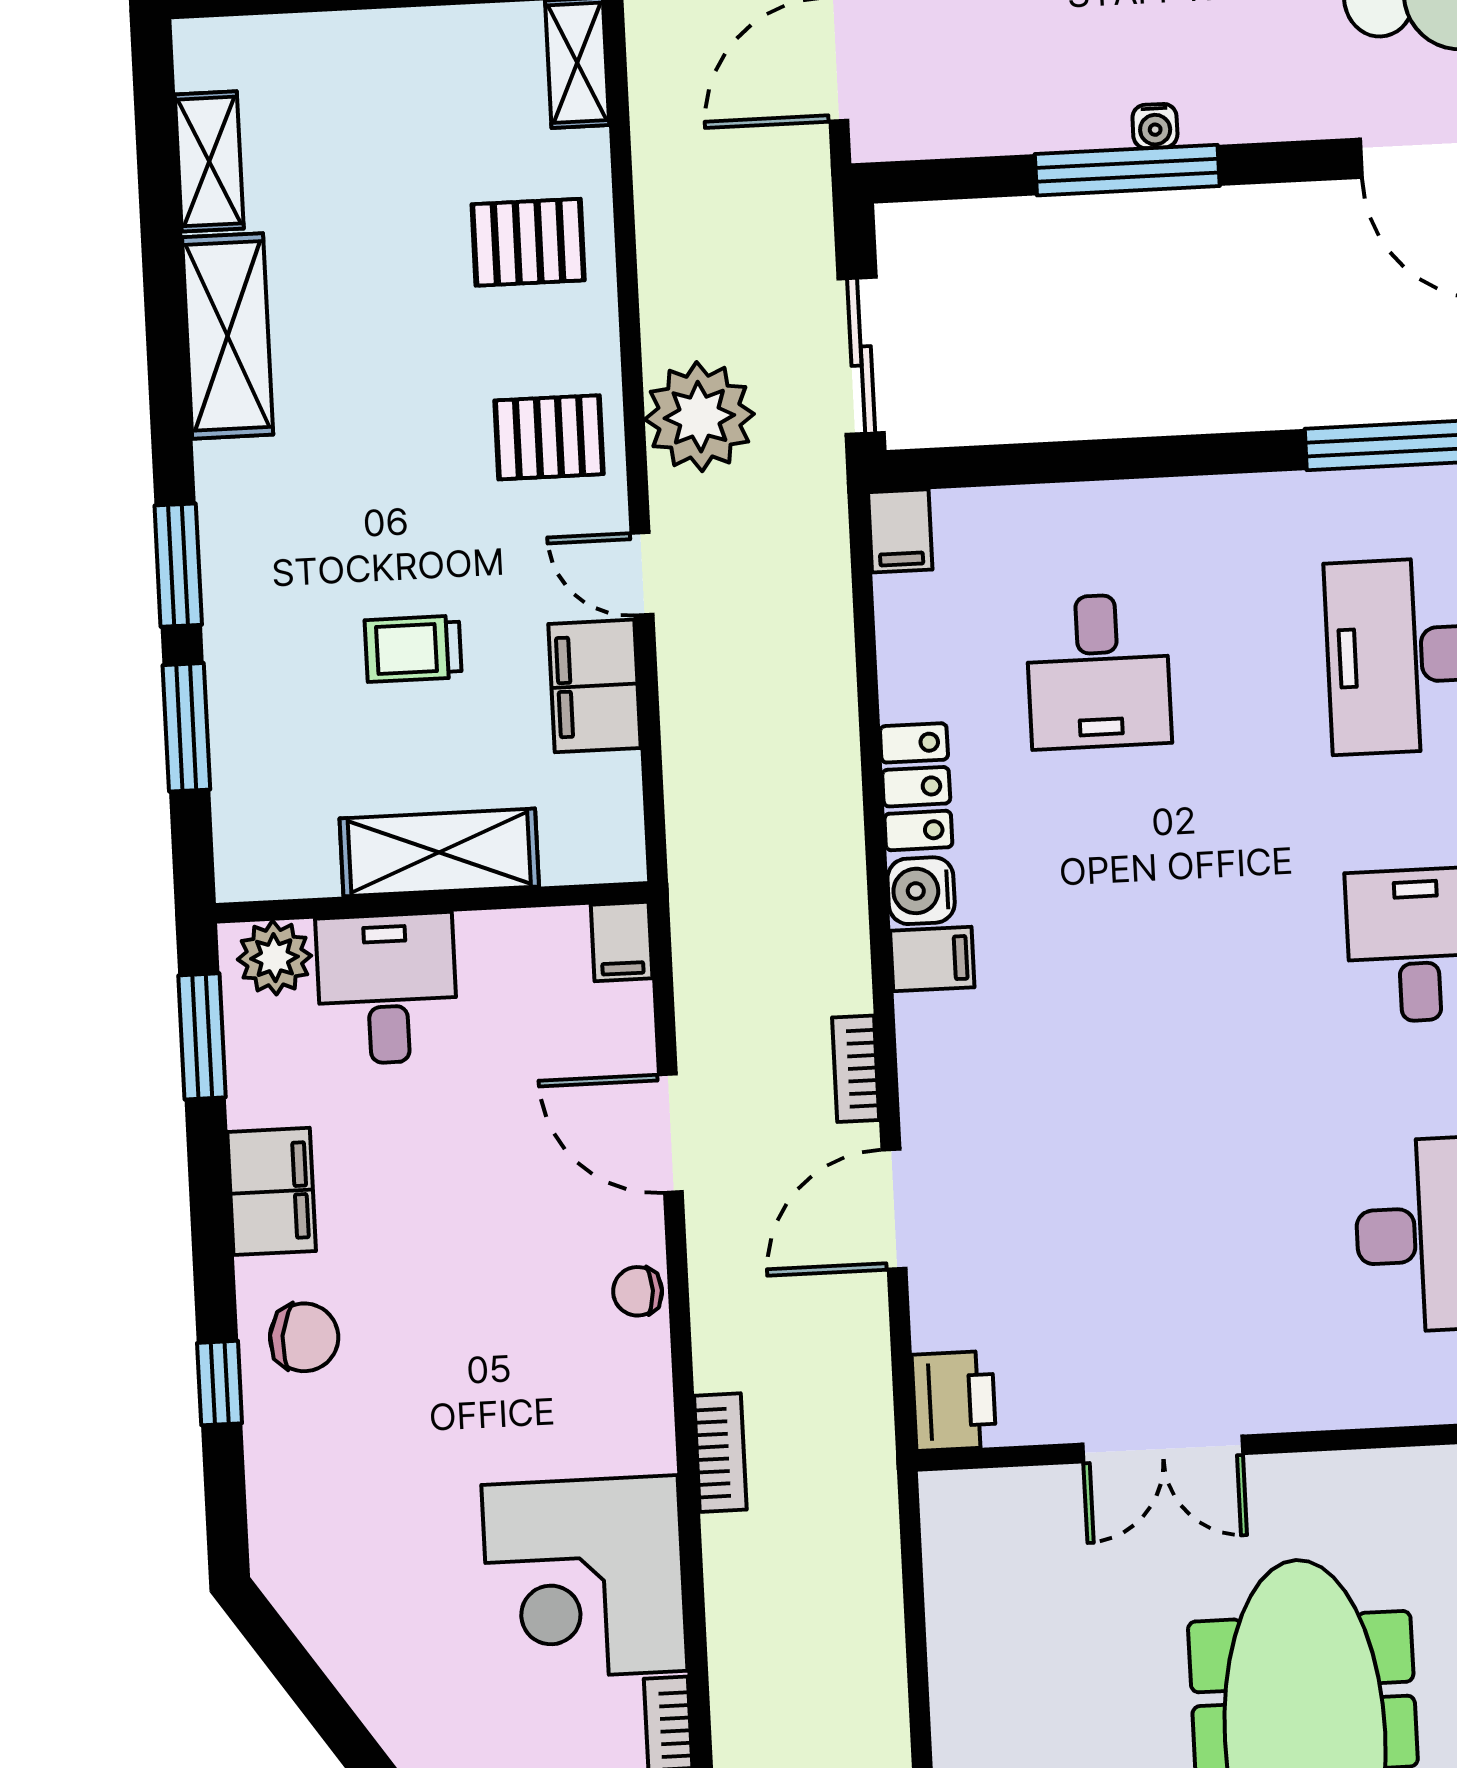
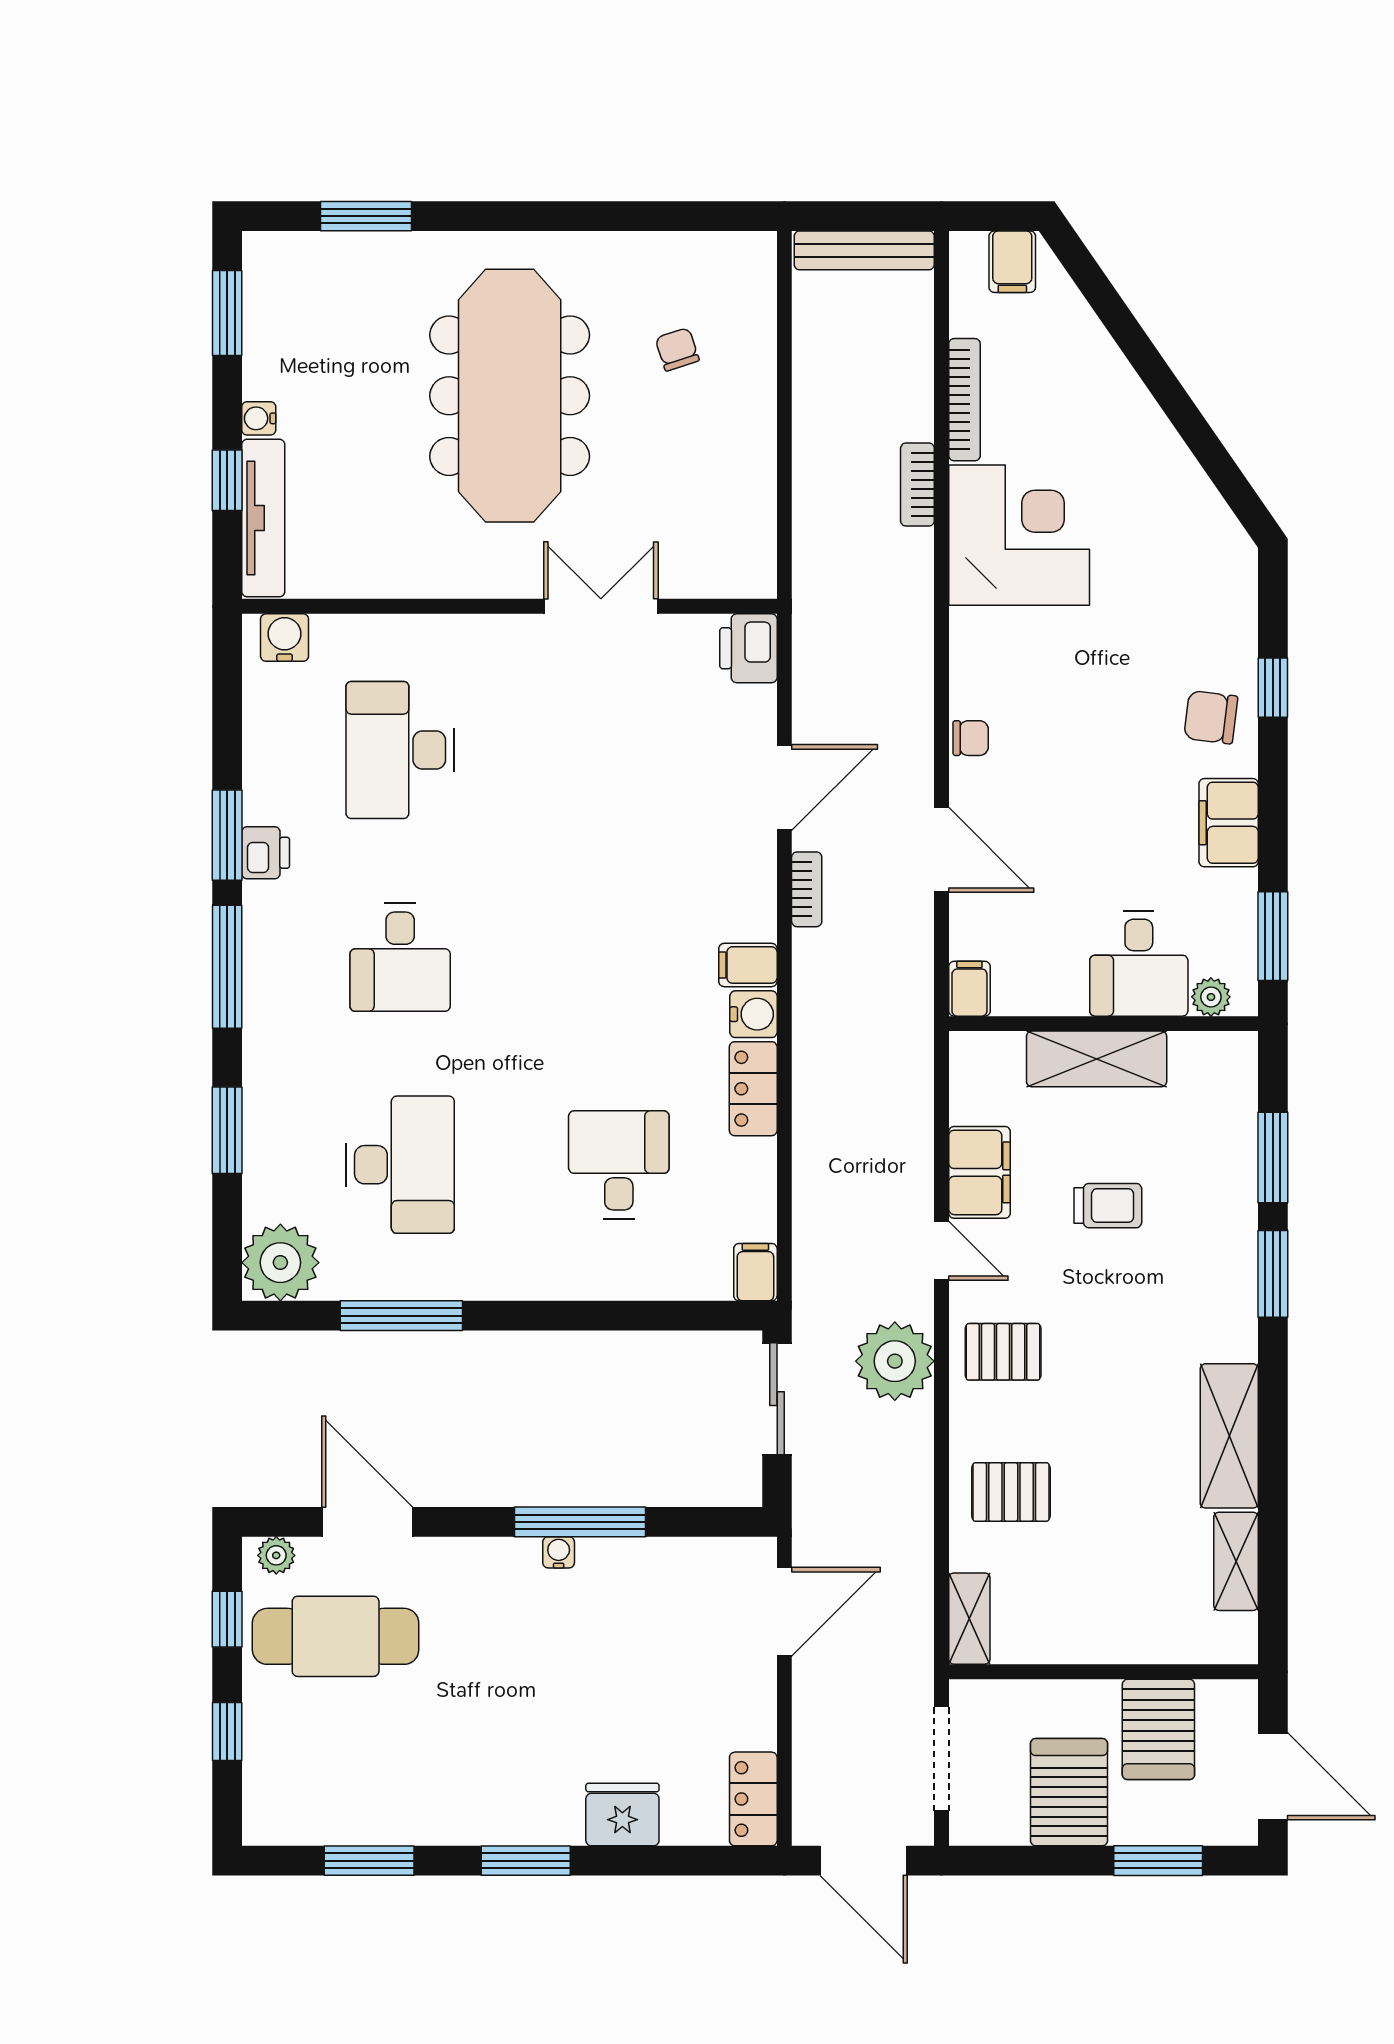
plant: (274, 958) -> (1211, 997), width x0.73, depth x0.73
bookcase: (720, 1453) -> (917, 485), moved

